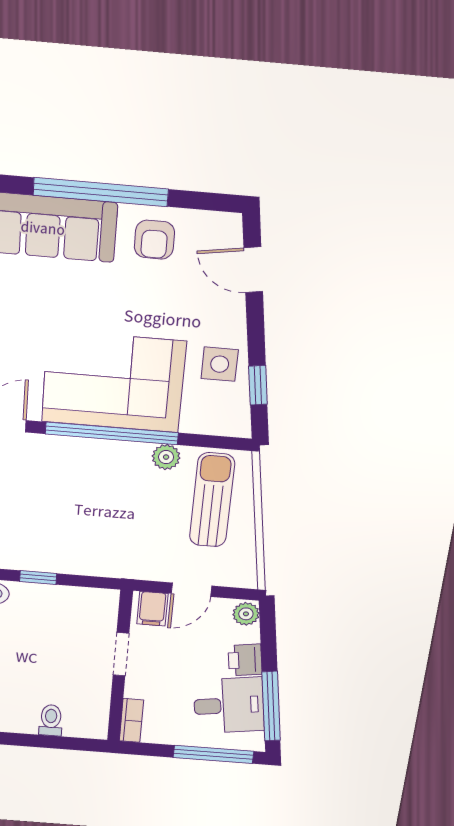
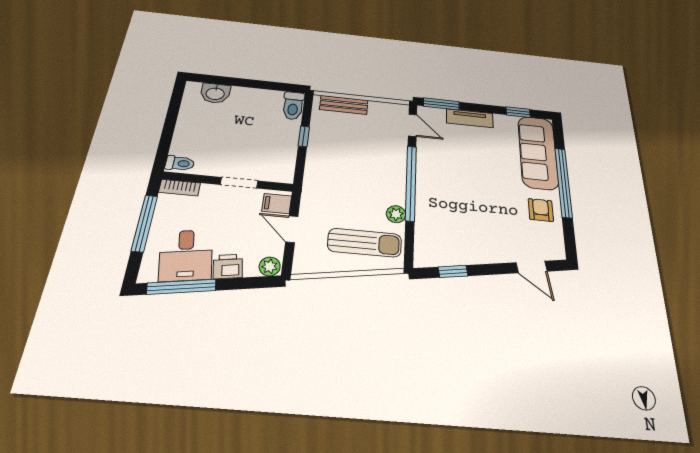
armchair: (154, 240) -> (541, 210), turned 90
door: (253, 270) -> (532, 267), swing flipped
side table: (220, 364) -> (465, 247), removed
corner sofa: (113, 382) -> (446, 185), removed
toilet: (51, 720) -> (180, 163), moved
window: (213, 754) -> (144, 223), moved

